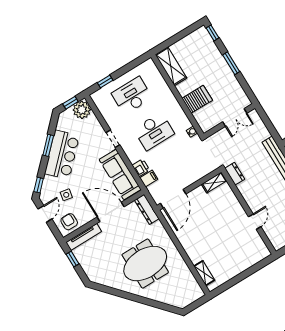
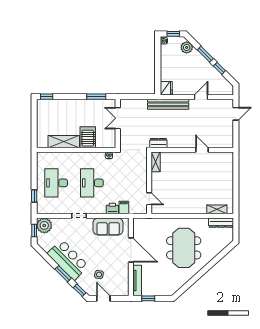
window: (231, 63) -> (96, 97), moved
shelving: (171, 66) -> (64, 142), moved
double door: (235, 118) -> (118, 118), swing flipped
desk: (154, 131) -> (92, 183), turned 180
window: (48, 145) -> (63, 274), moved
sofa: (120, 174) -> (108, 226), width x0.73
door: (173, 199) -> (149, 199), width x0.53
dresser: (147, 209) -> (221, 223), moved
door: (111, 212) -> (131, 250), swing flipped
armchair: (69, 222) -> (120, 284), removed

